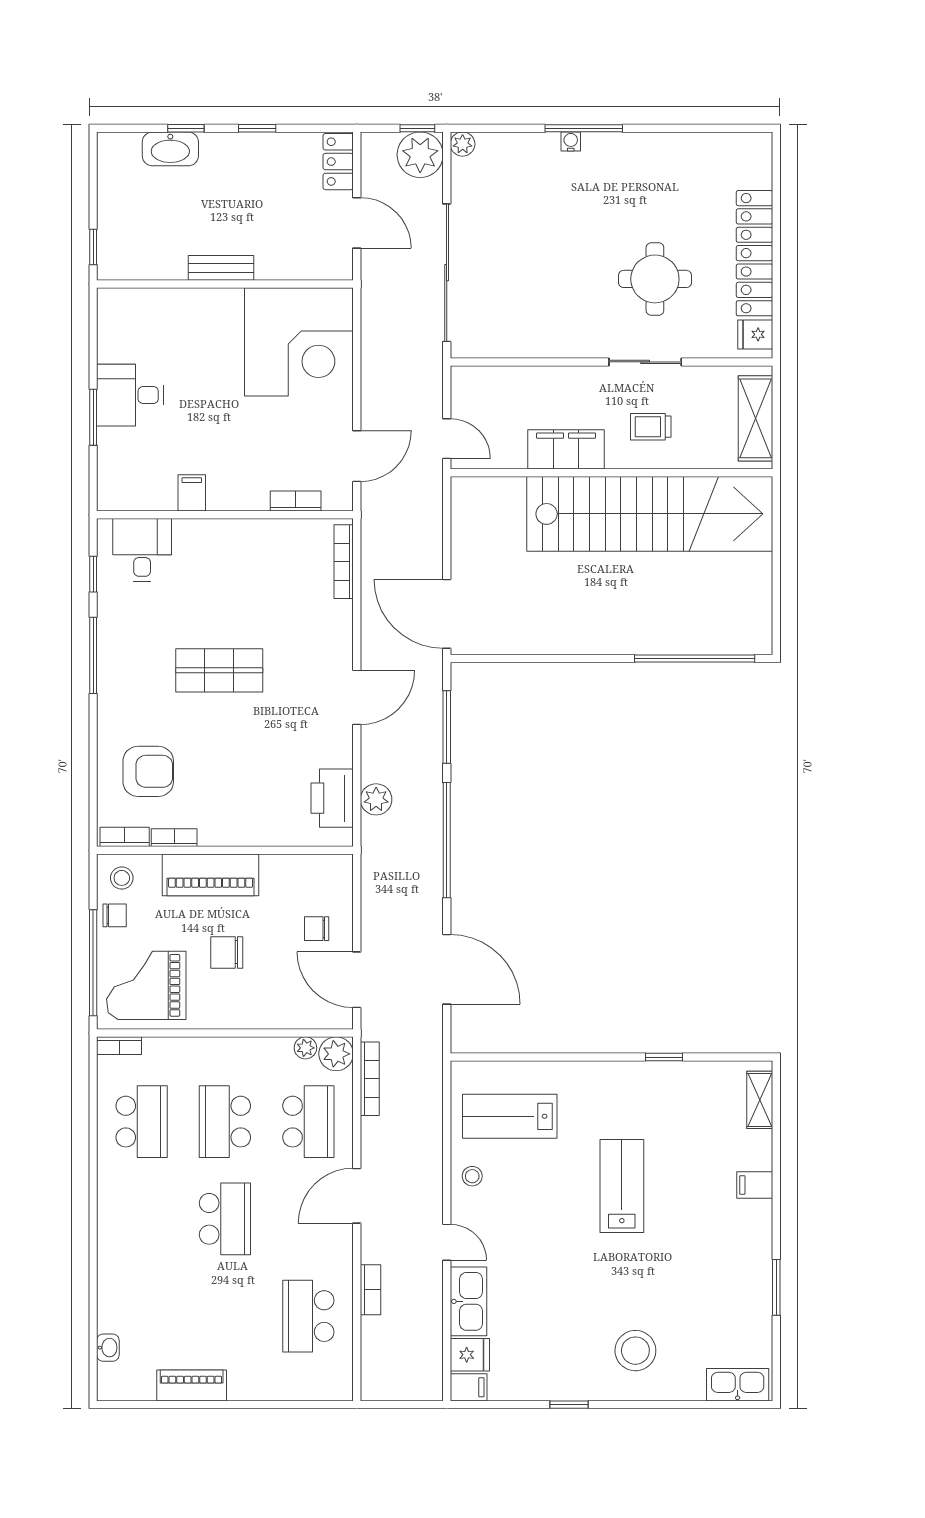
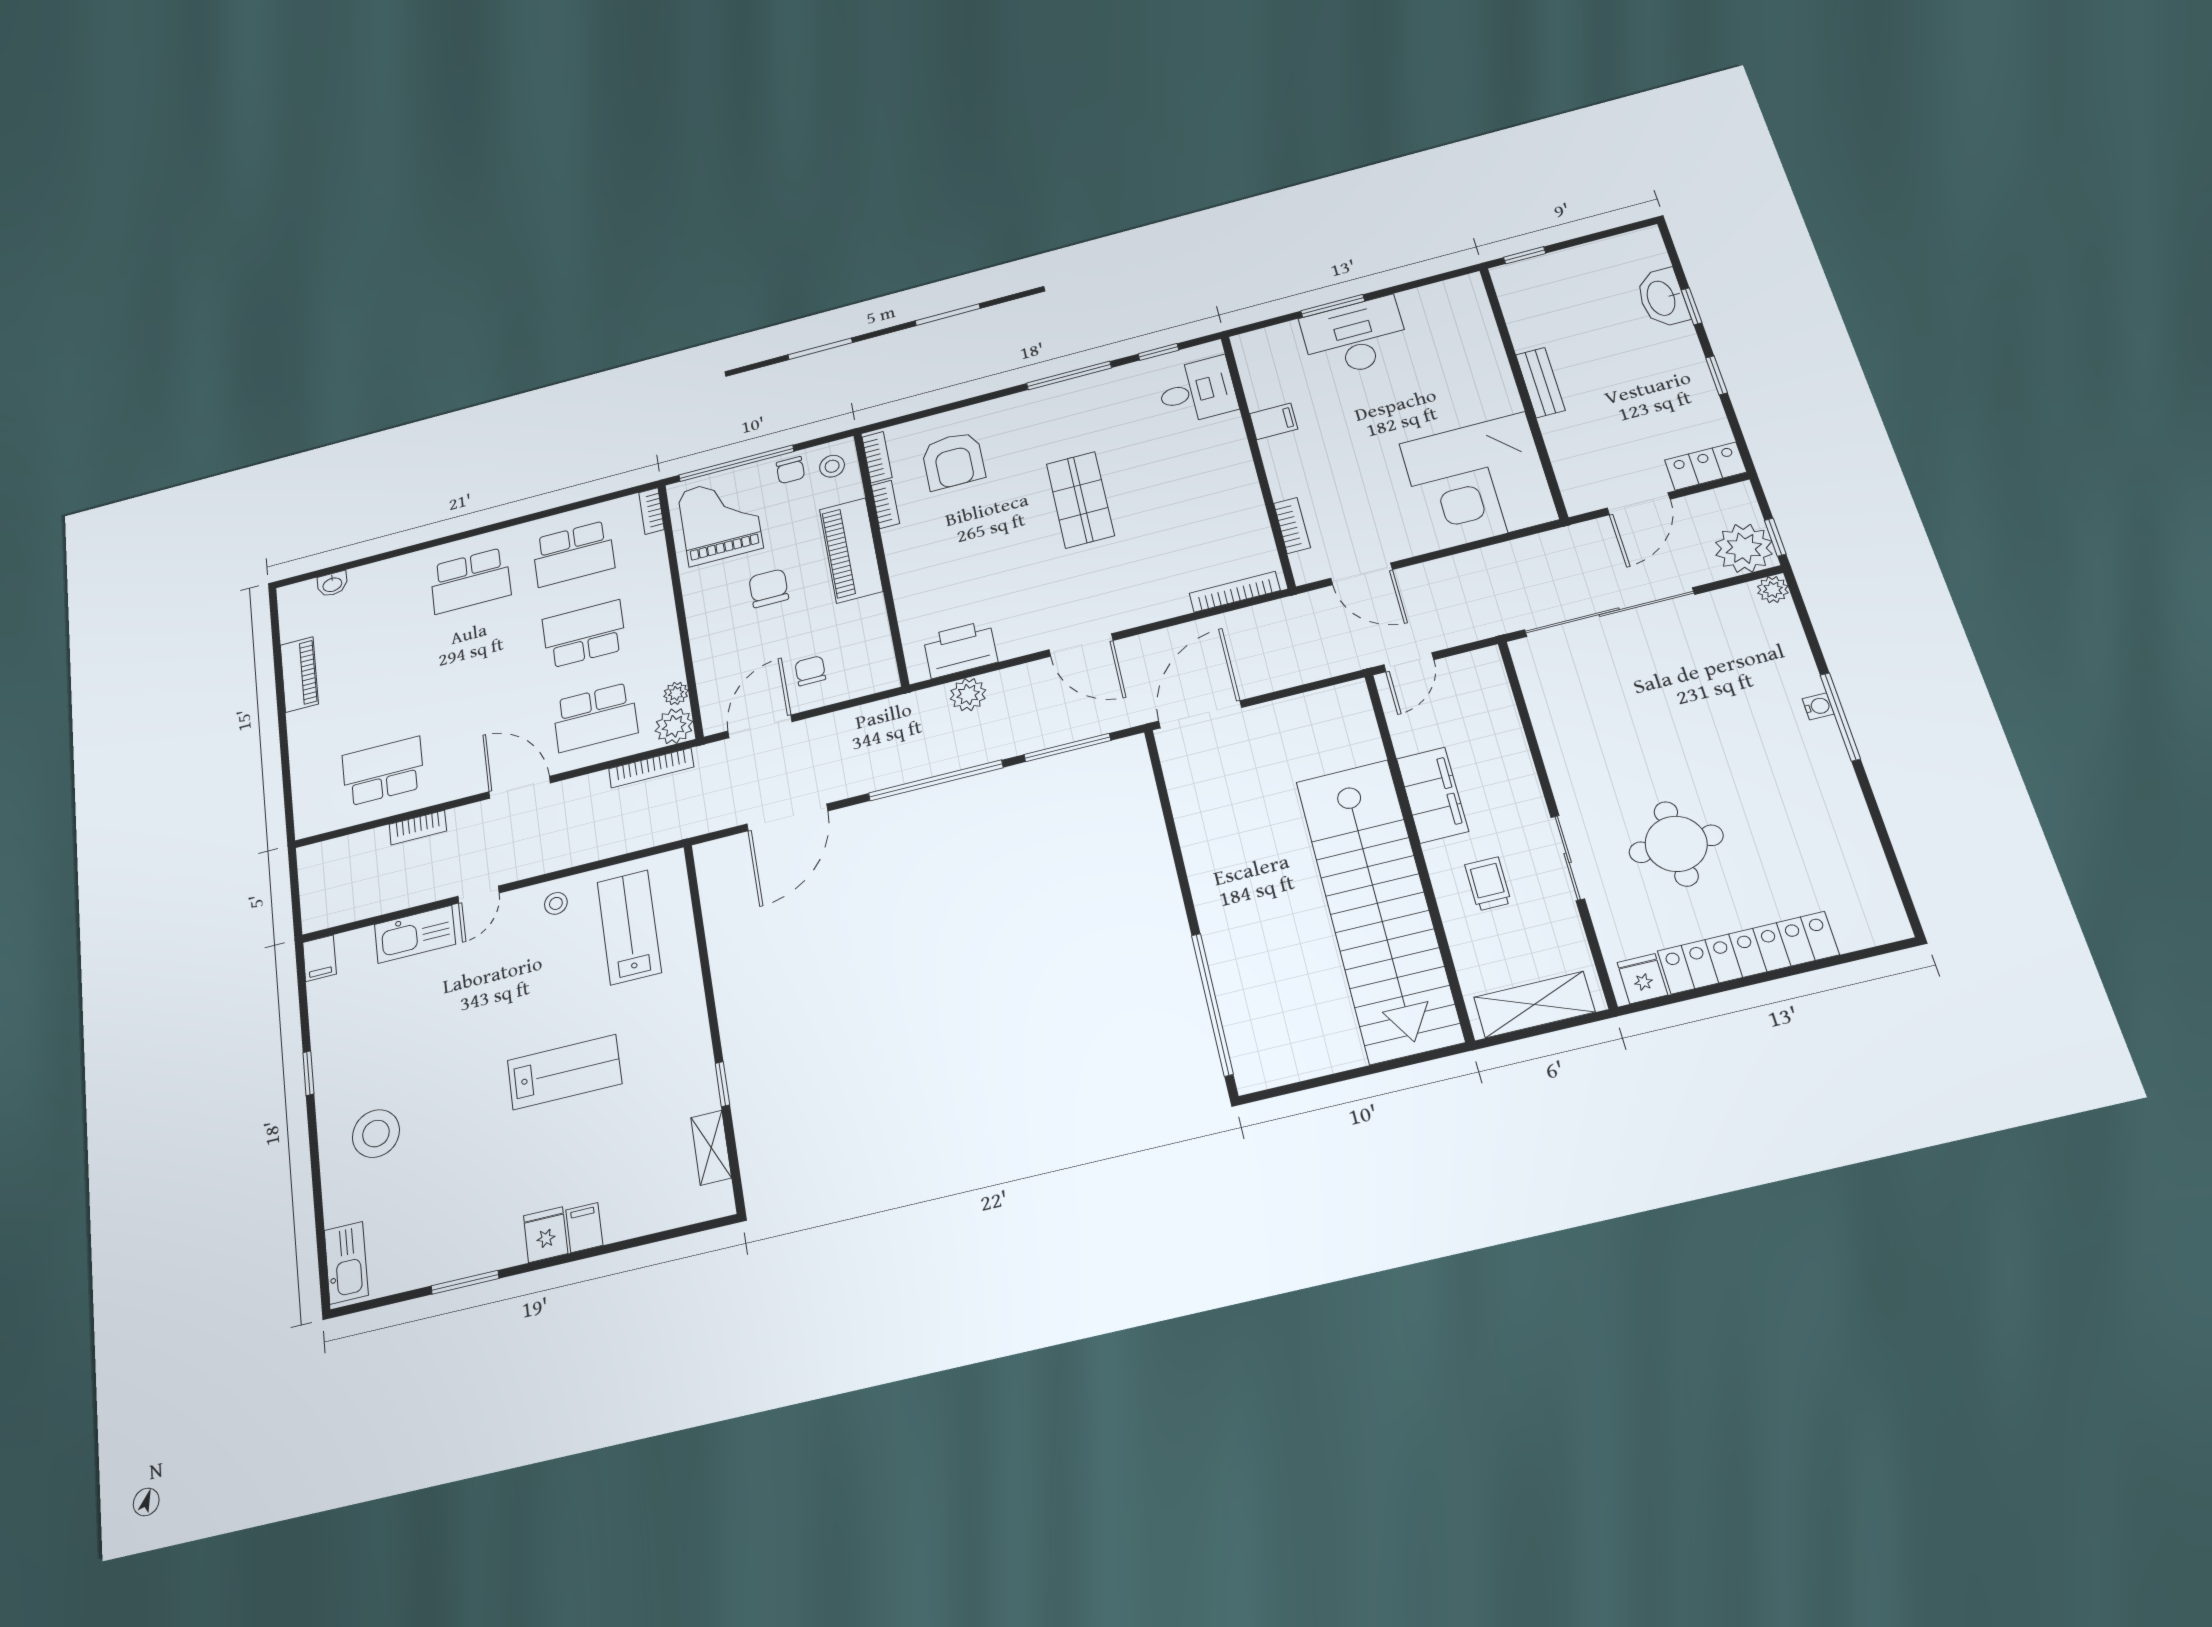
desk: (130, 395) -> (1355, 337), width x1.37
shelving: (760, 1100) -> (711, 1148), moved, turned 90
school desk: (225, 1219) -> (470, 581), moved
fridge: (470, 1355) -> (546, 1235), moved, turned 180

